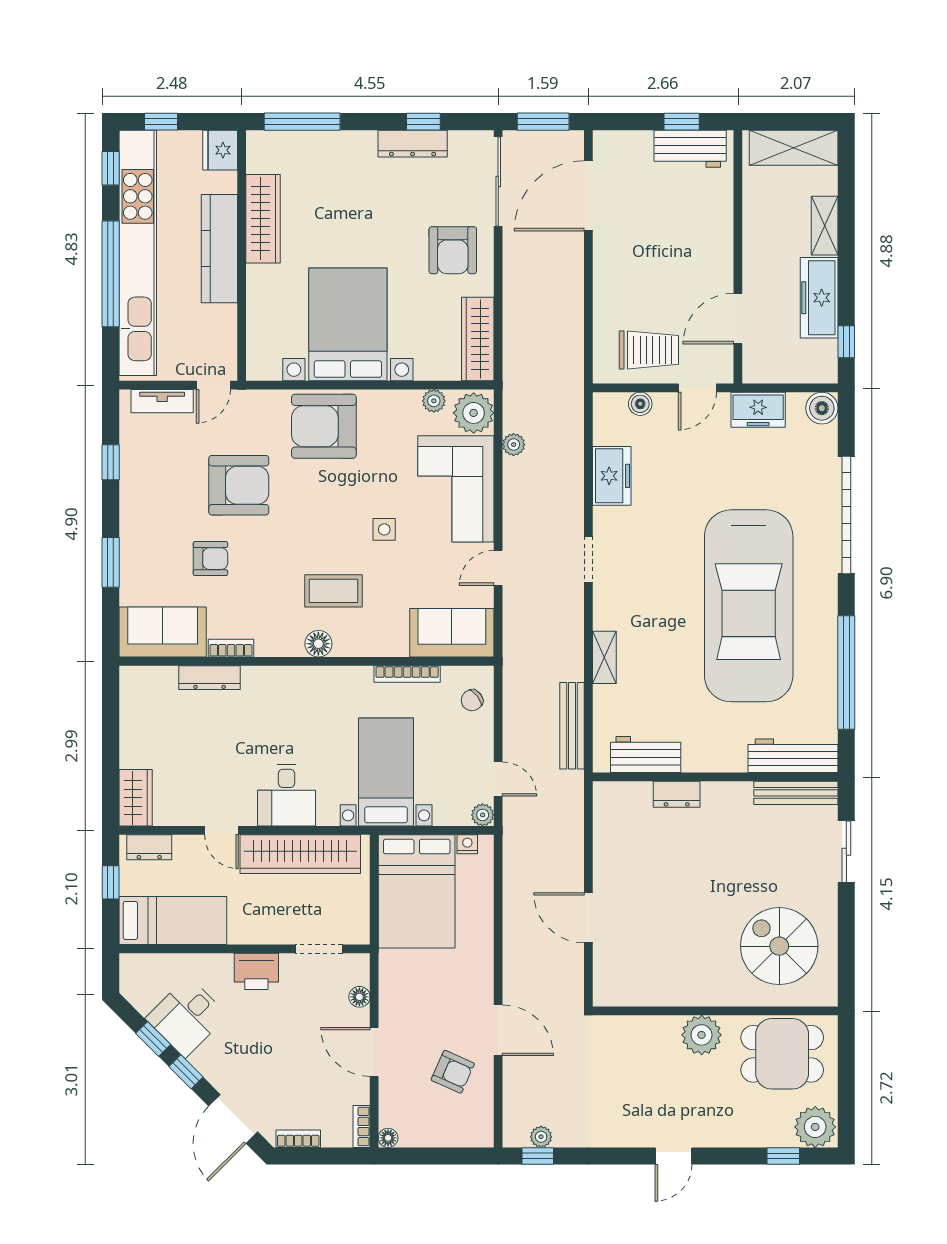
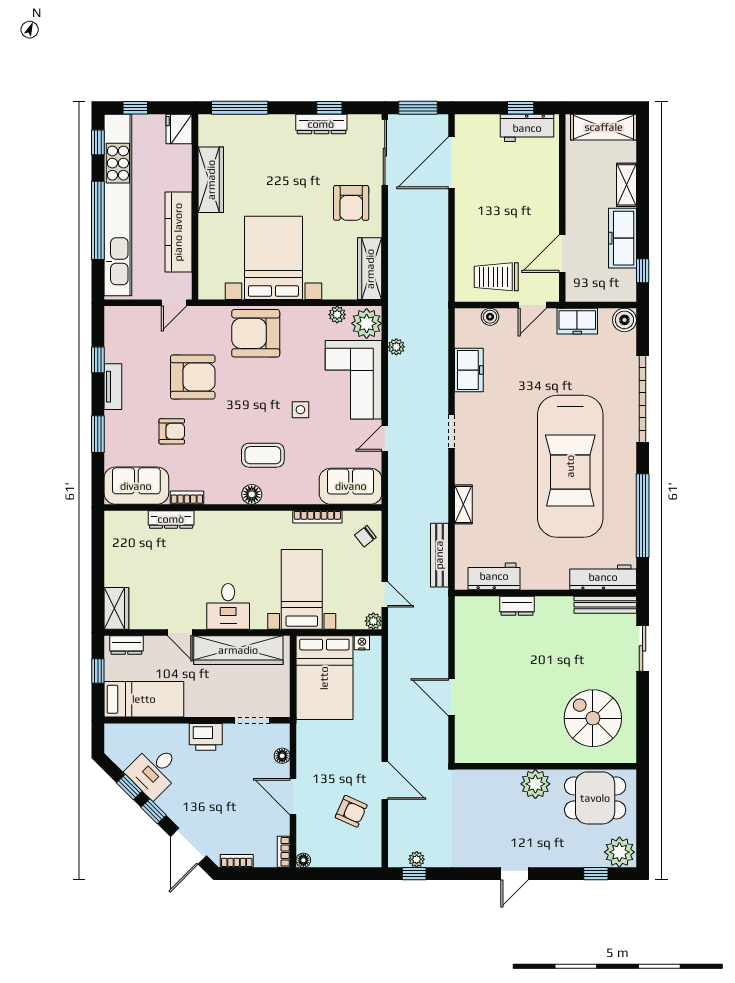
kitchen counter: (219, 249) -> (178, 232), moved
trolley: (649, 350) -> (496, 277), turned 180
tv unit: (162, 401) -> (113, 387), moved, turned -90

